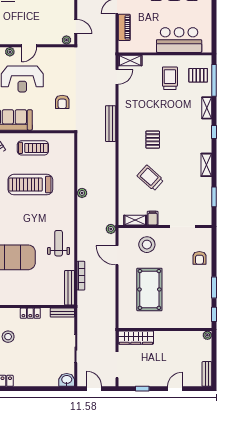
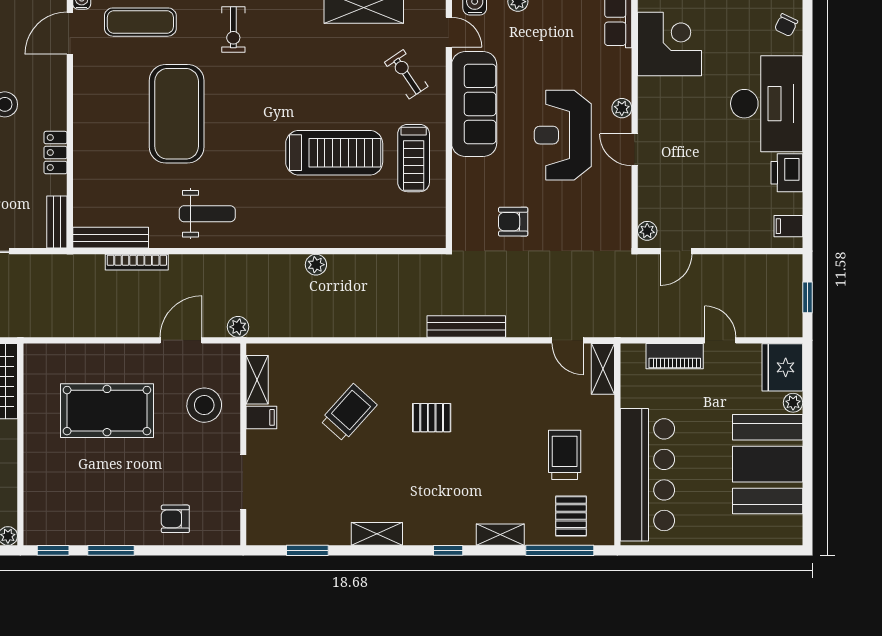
bar counter: (179, 40) -> (647, 475), width x1.36
trolley: (170, 78) -> (565, 455), turned -90
treadmill: (30, 185) -> (334, 153), turned 90

